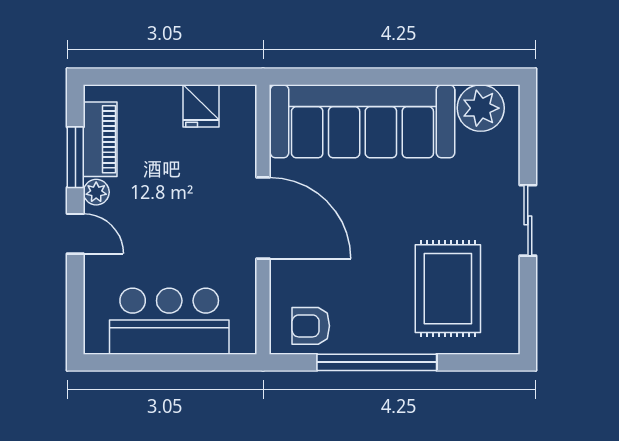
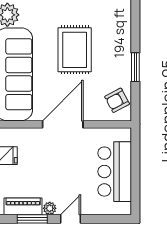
rug: (448, 289) -> (75, 50), moved, turned 90
armchair: (311, 326) -> (117, 100), turned 62
window: (377, 362) -> (135, 67), width x0.47

